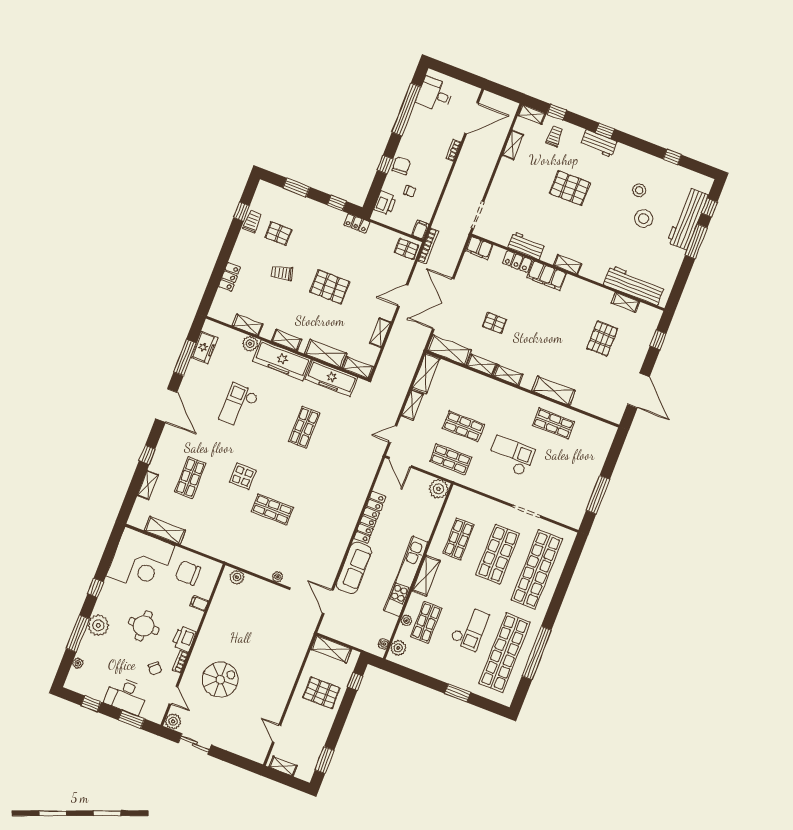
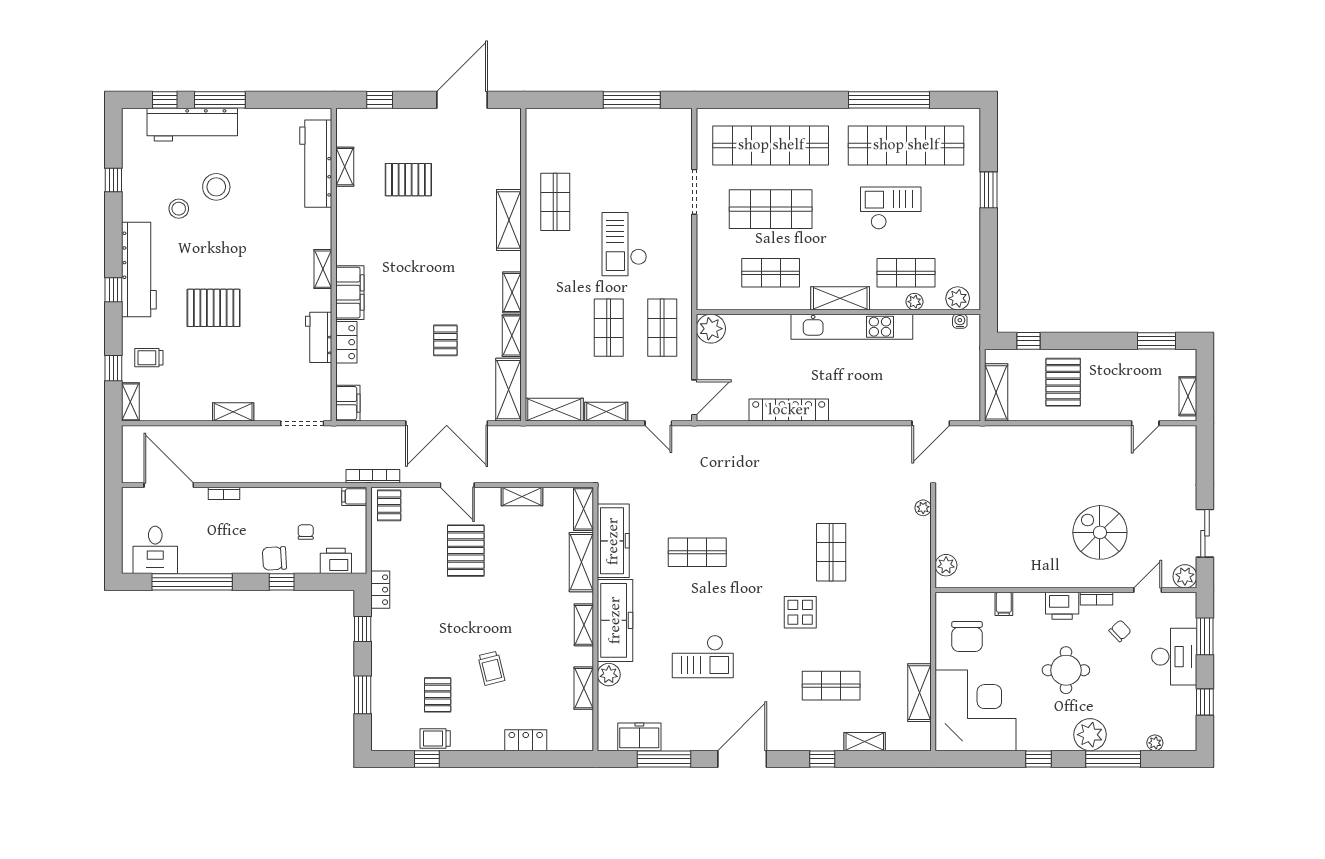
workbench: (599, 143) -> (139, 269), width x1.88, depth x1.32
shelving: (513, 145) -> (233, 412), moved
pallet: (570, 188) -> (214, 308), turned 90
pallet: (330, 287) -> (466, 551), moved
sofa: (354, 568) -> (869, 405), removed

